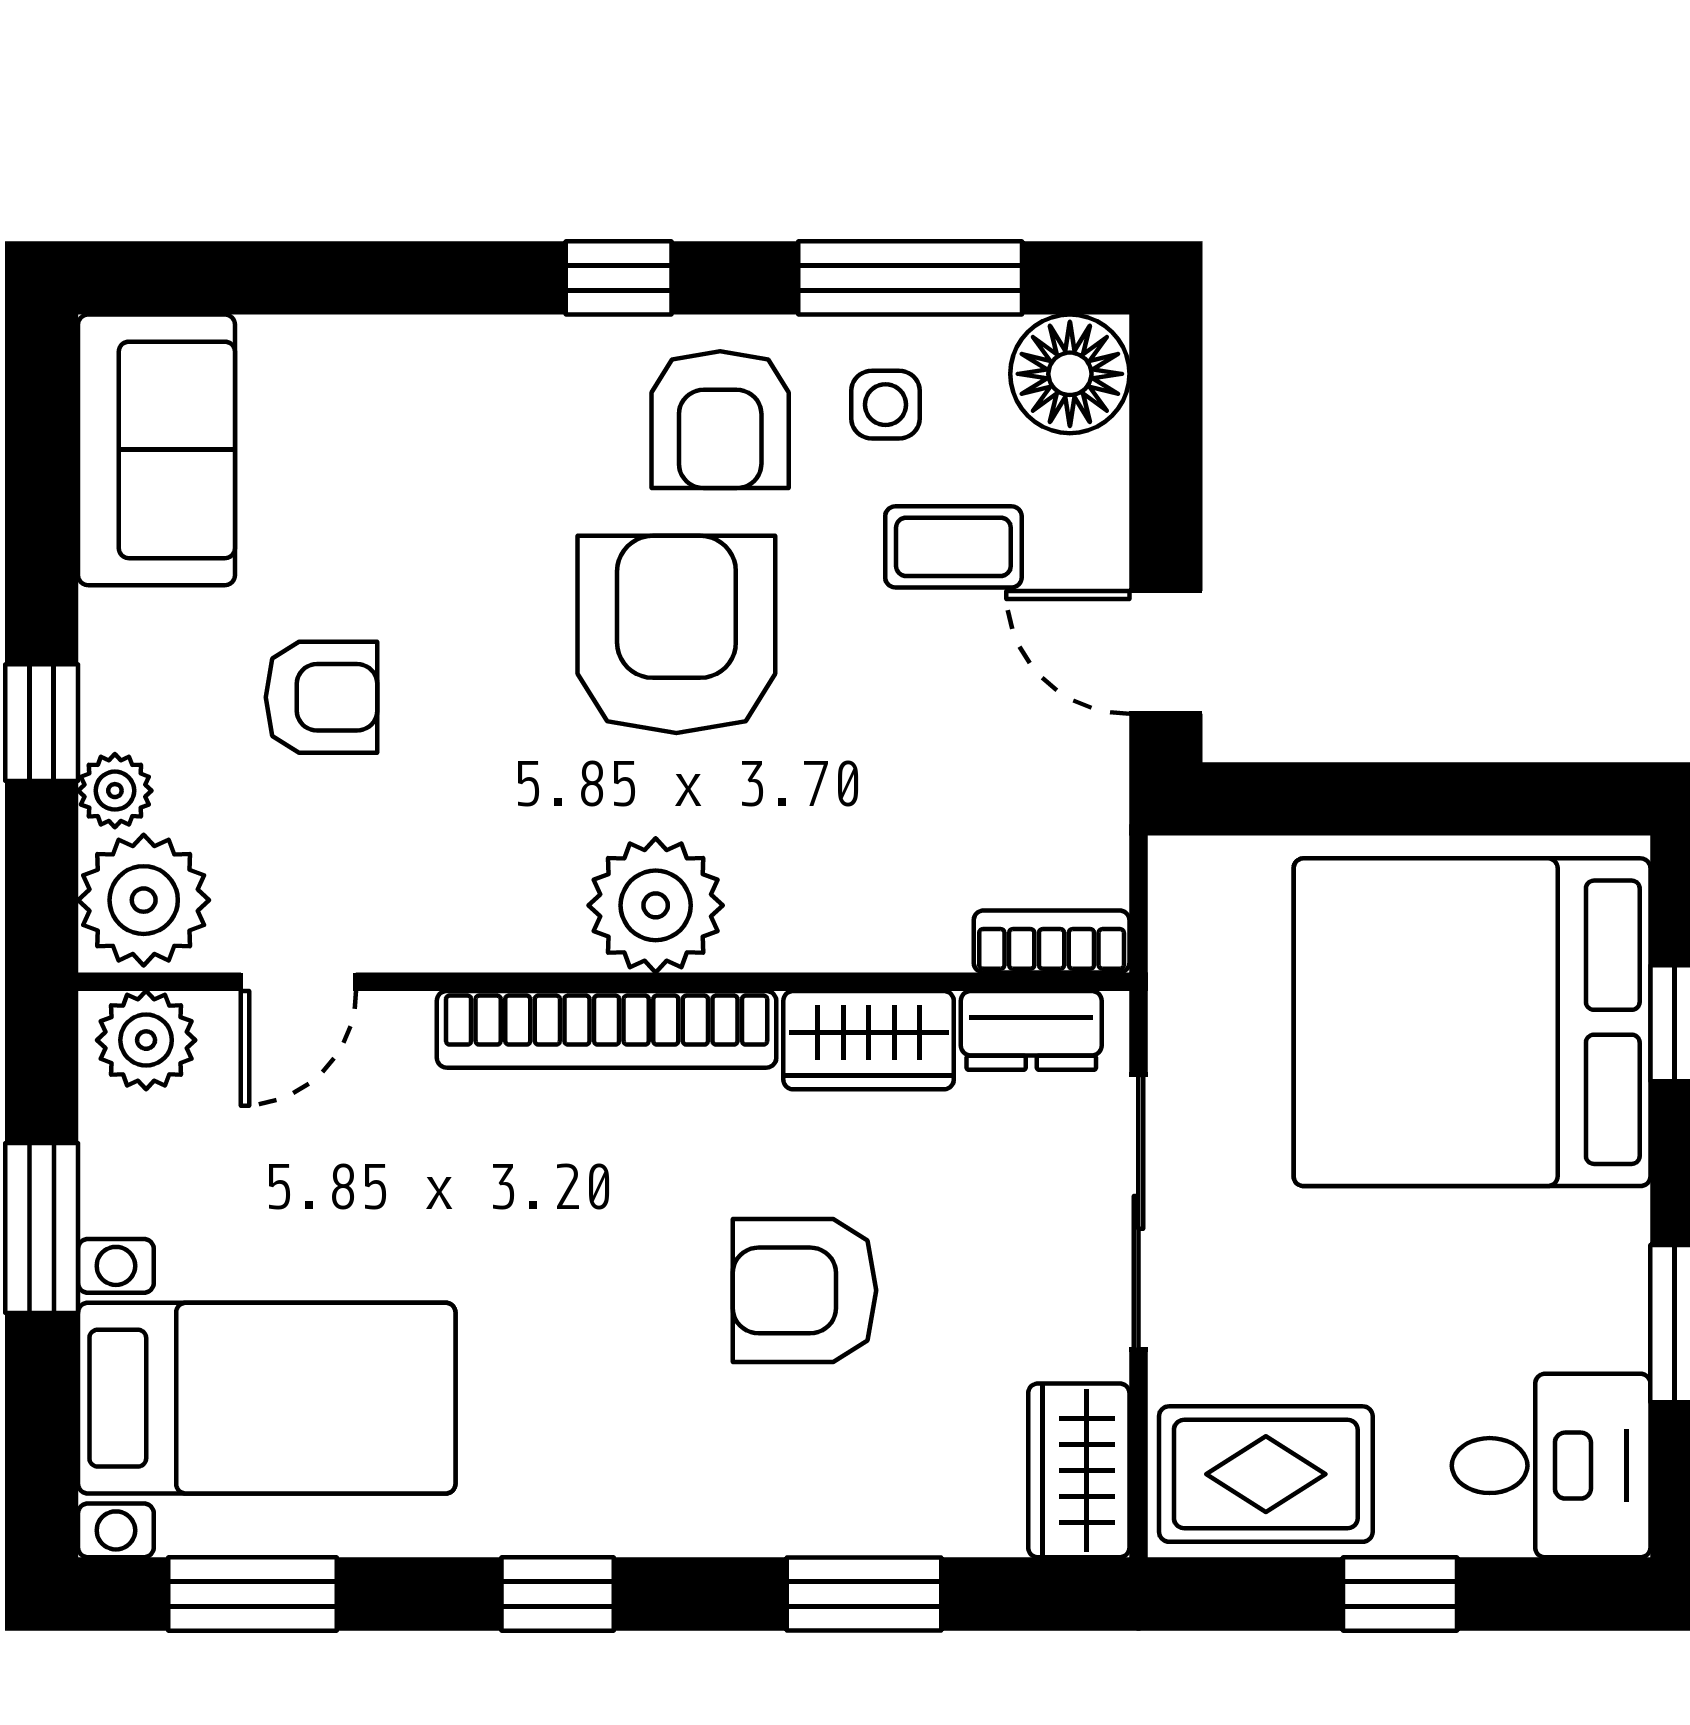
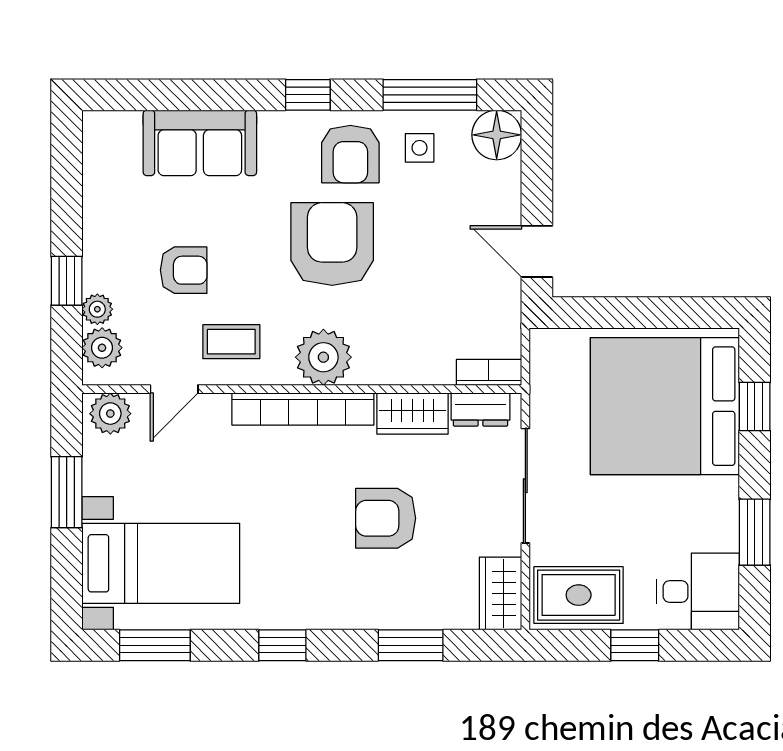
sofa: (157, 450) -> (200, 143), moved, turned 90
coffee table: (953, 547) -> (231, 342), moved
plant: (144, 900) -> (102, 348), width x0.73, depth x0.73

